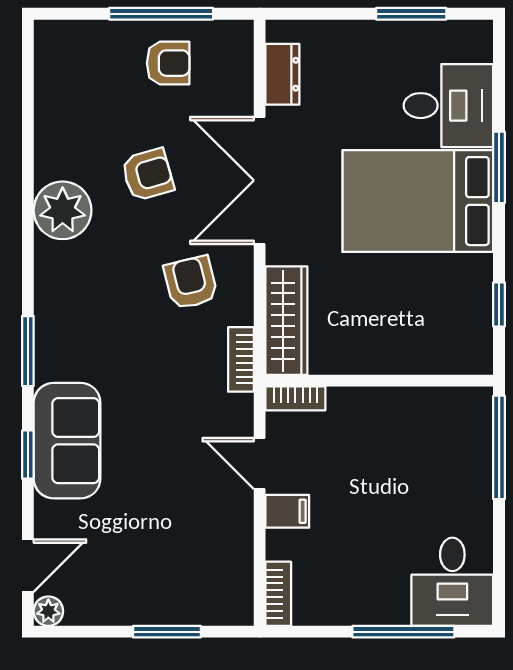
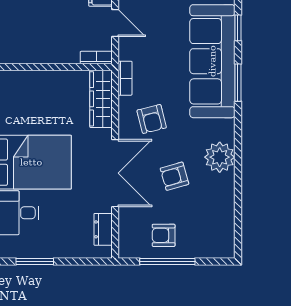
sofa: (67, 441) -> (212, 61), width x1.85, depth x1.27

